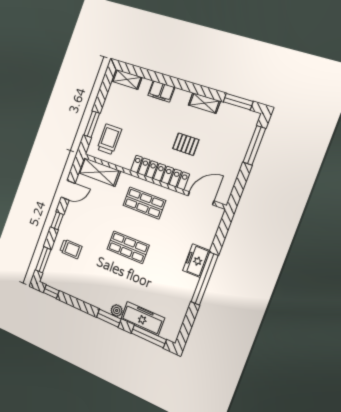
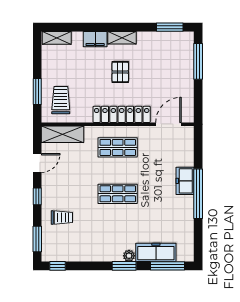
shelving: (204, 103) -> (122, 38), moved
pallet: (186, 144) -> (120, 72), moved, turned 90

